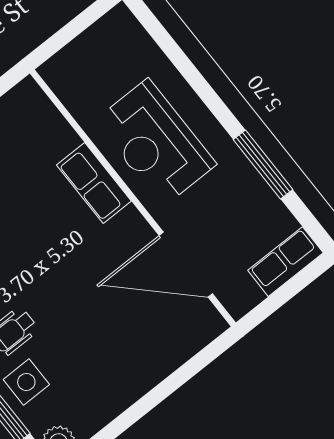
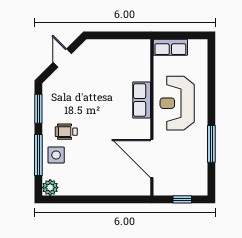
row of seats: (285, 262) -> (170, 47), moved, turned 180
window: (287, 291) -> (182, 199), added

